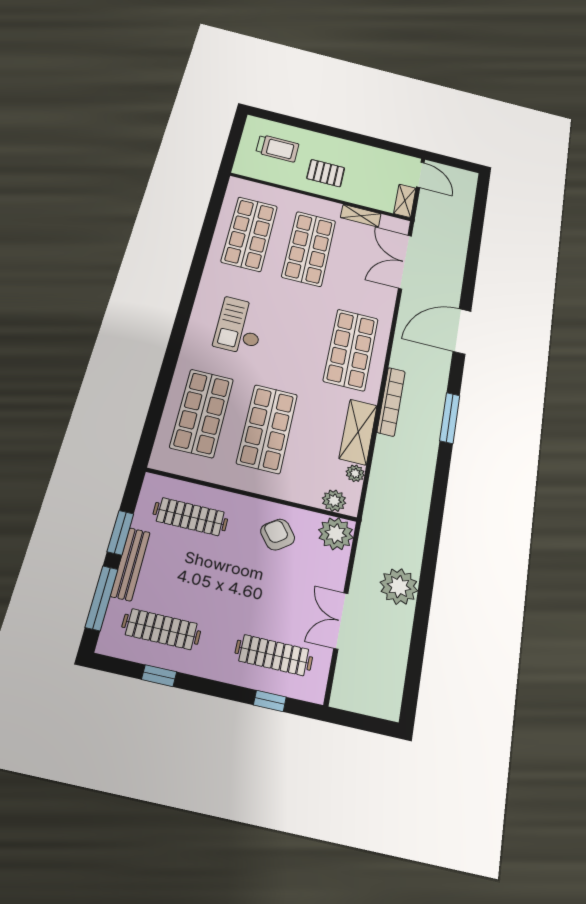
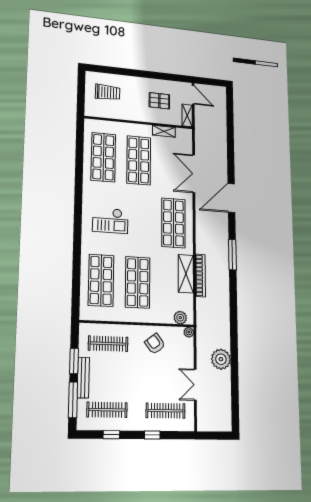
pallet: (326, 173) -> (159, 101), moved
double door: (405, 262) -> (194, 174), moved
checkout: (240, 326) -> (110, 221), turned -90
bookcase: (391, 402) -> (200, 275), moved
plant: (355, 473) -> (188, 299), removed
plant: (336, 534) -> (189, 332), width x0.53, depth x0.53
window: (270, 701) -> (152, 435), moved

